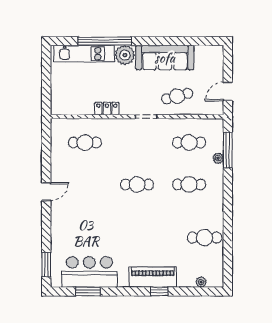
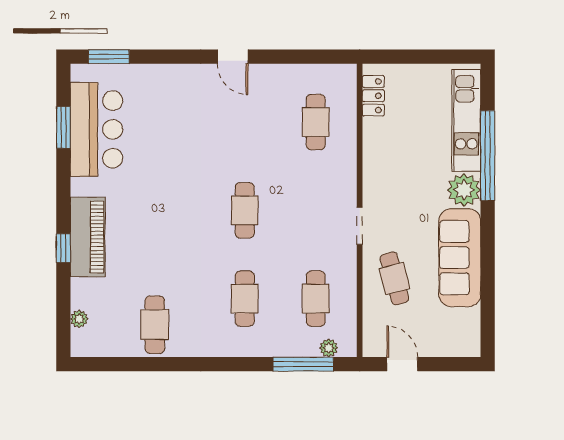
locker: (107, 109) -> (373, 96), moved
plant: (218, 158) -> (329, 348), moved

